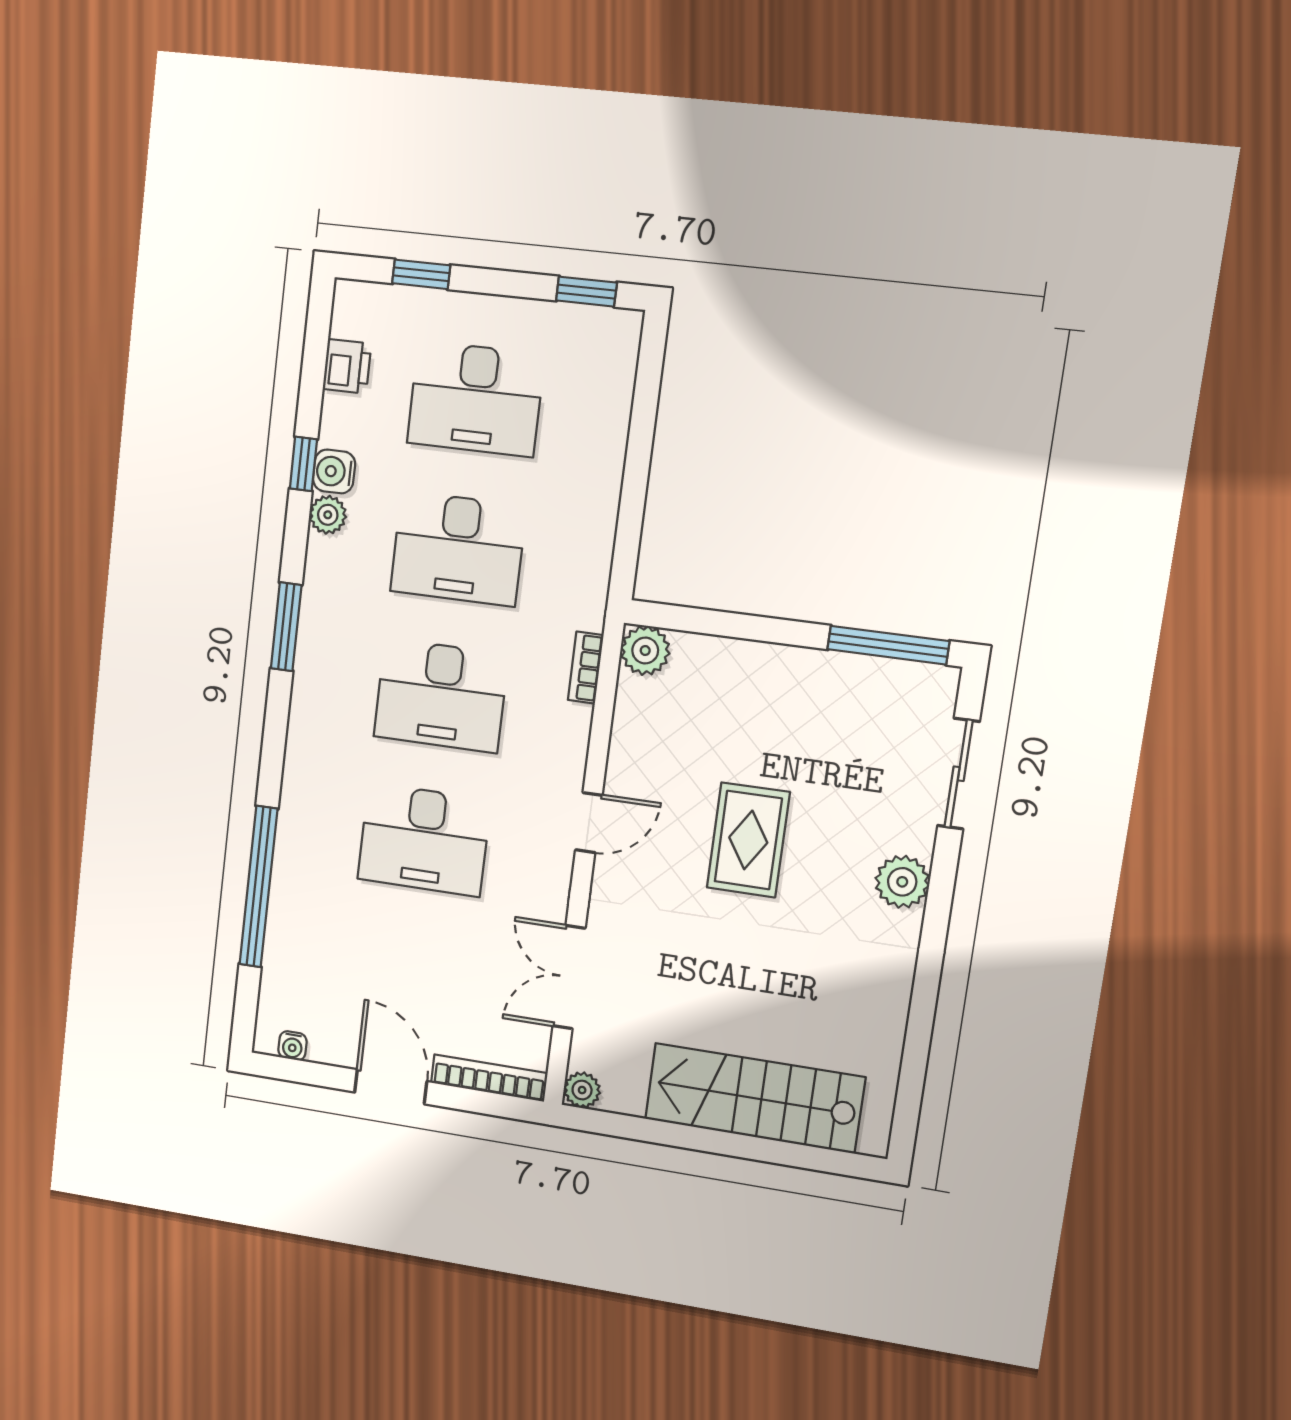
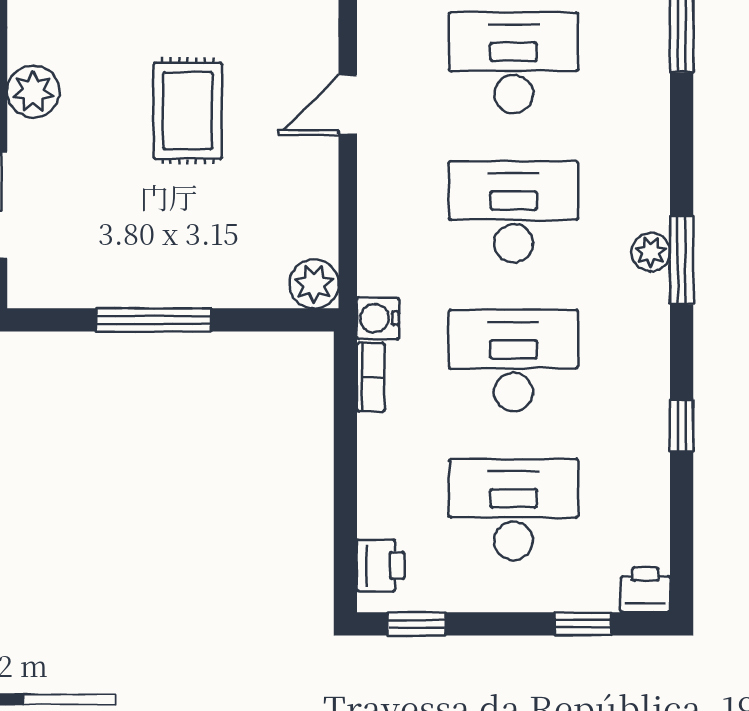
printer: (615, 356) -> (381, 565), added
printer: (347, 366) -> (645, 590), moved, turned 90
water cooler: (334, 471) -> (378, 318), moved, turned 180
plant: (328, 515) -> (651, 252), moved
window: (888, 645) -> (154, 320), moved
bookcase: (586, 668) -> (371, 377), moved

